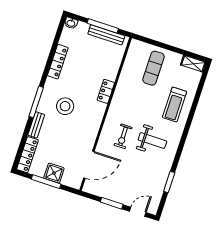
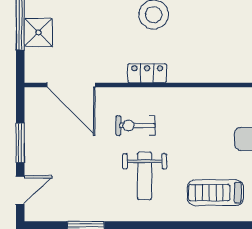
locker: (106, 91) -> (147, 73), moved
door: (138, 212) -> (20, 190), hinge flipped

